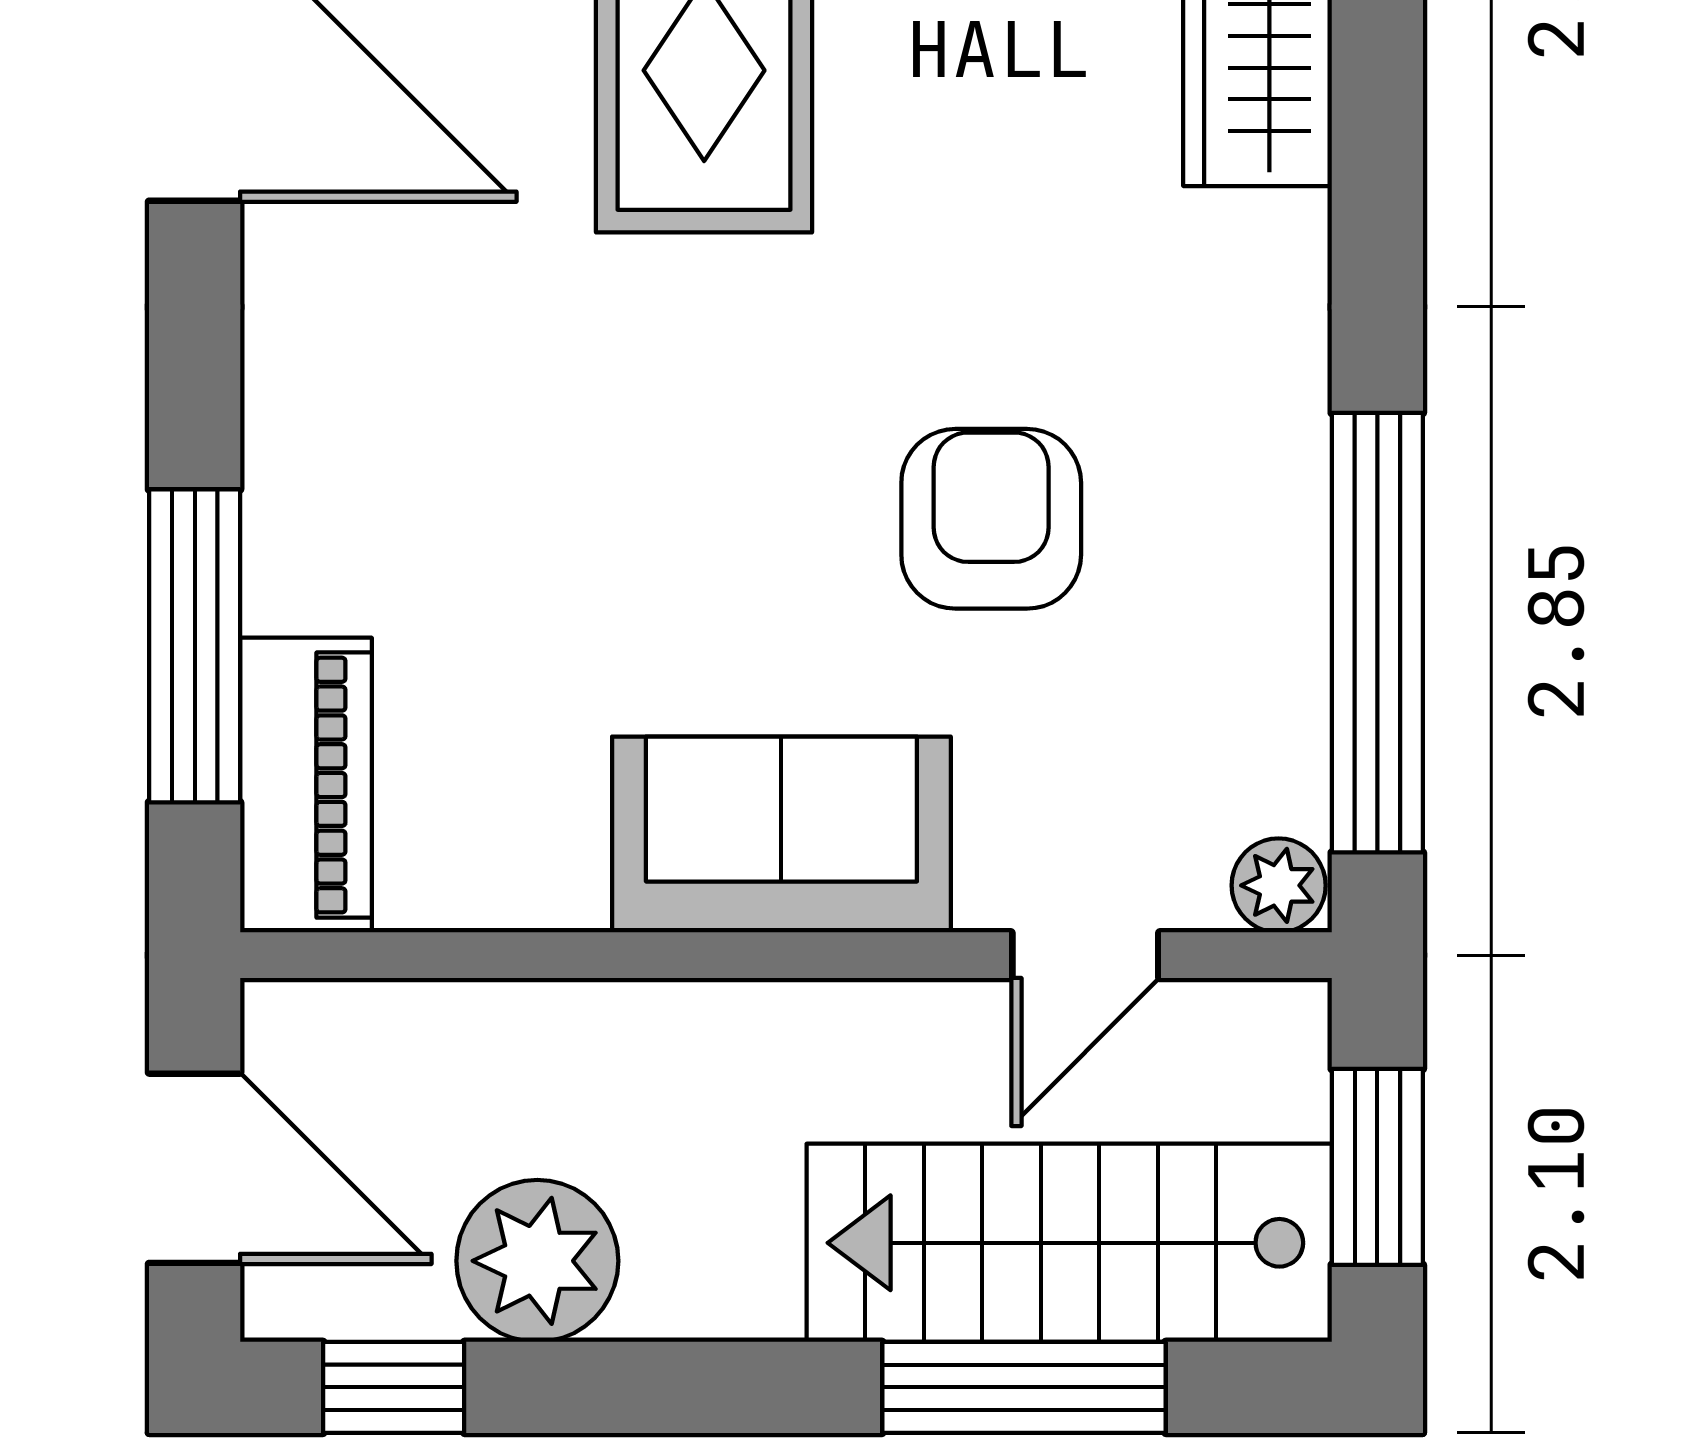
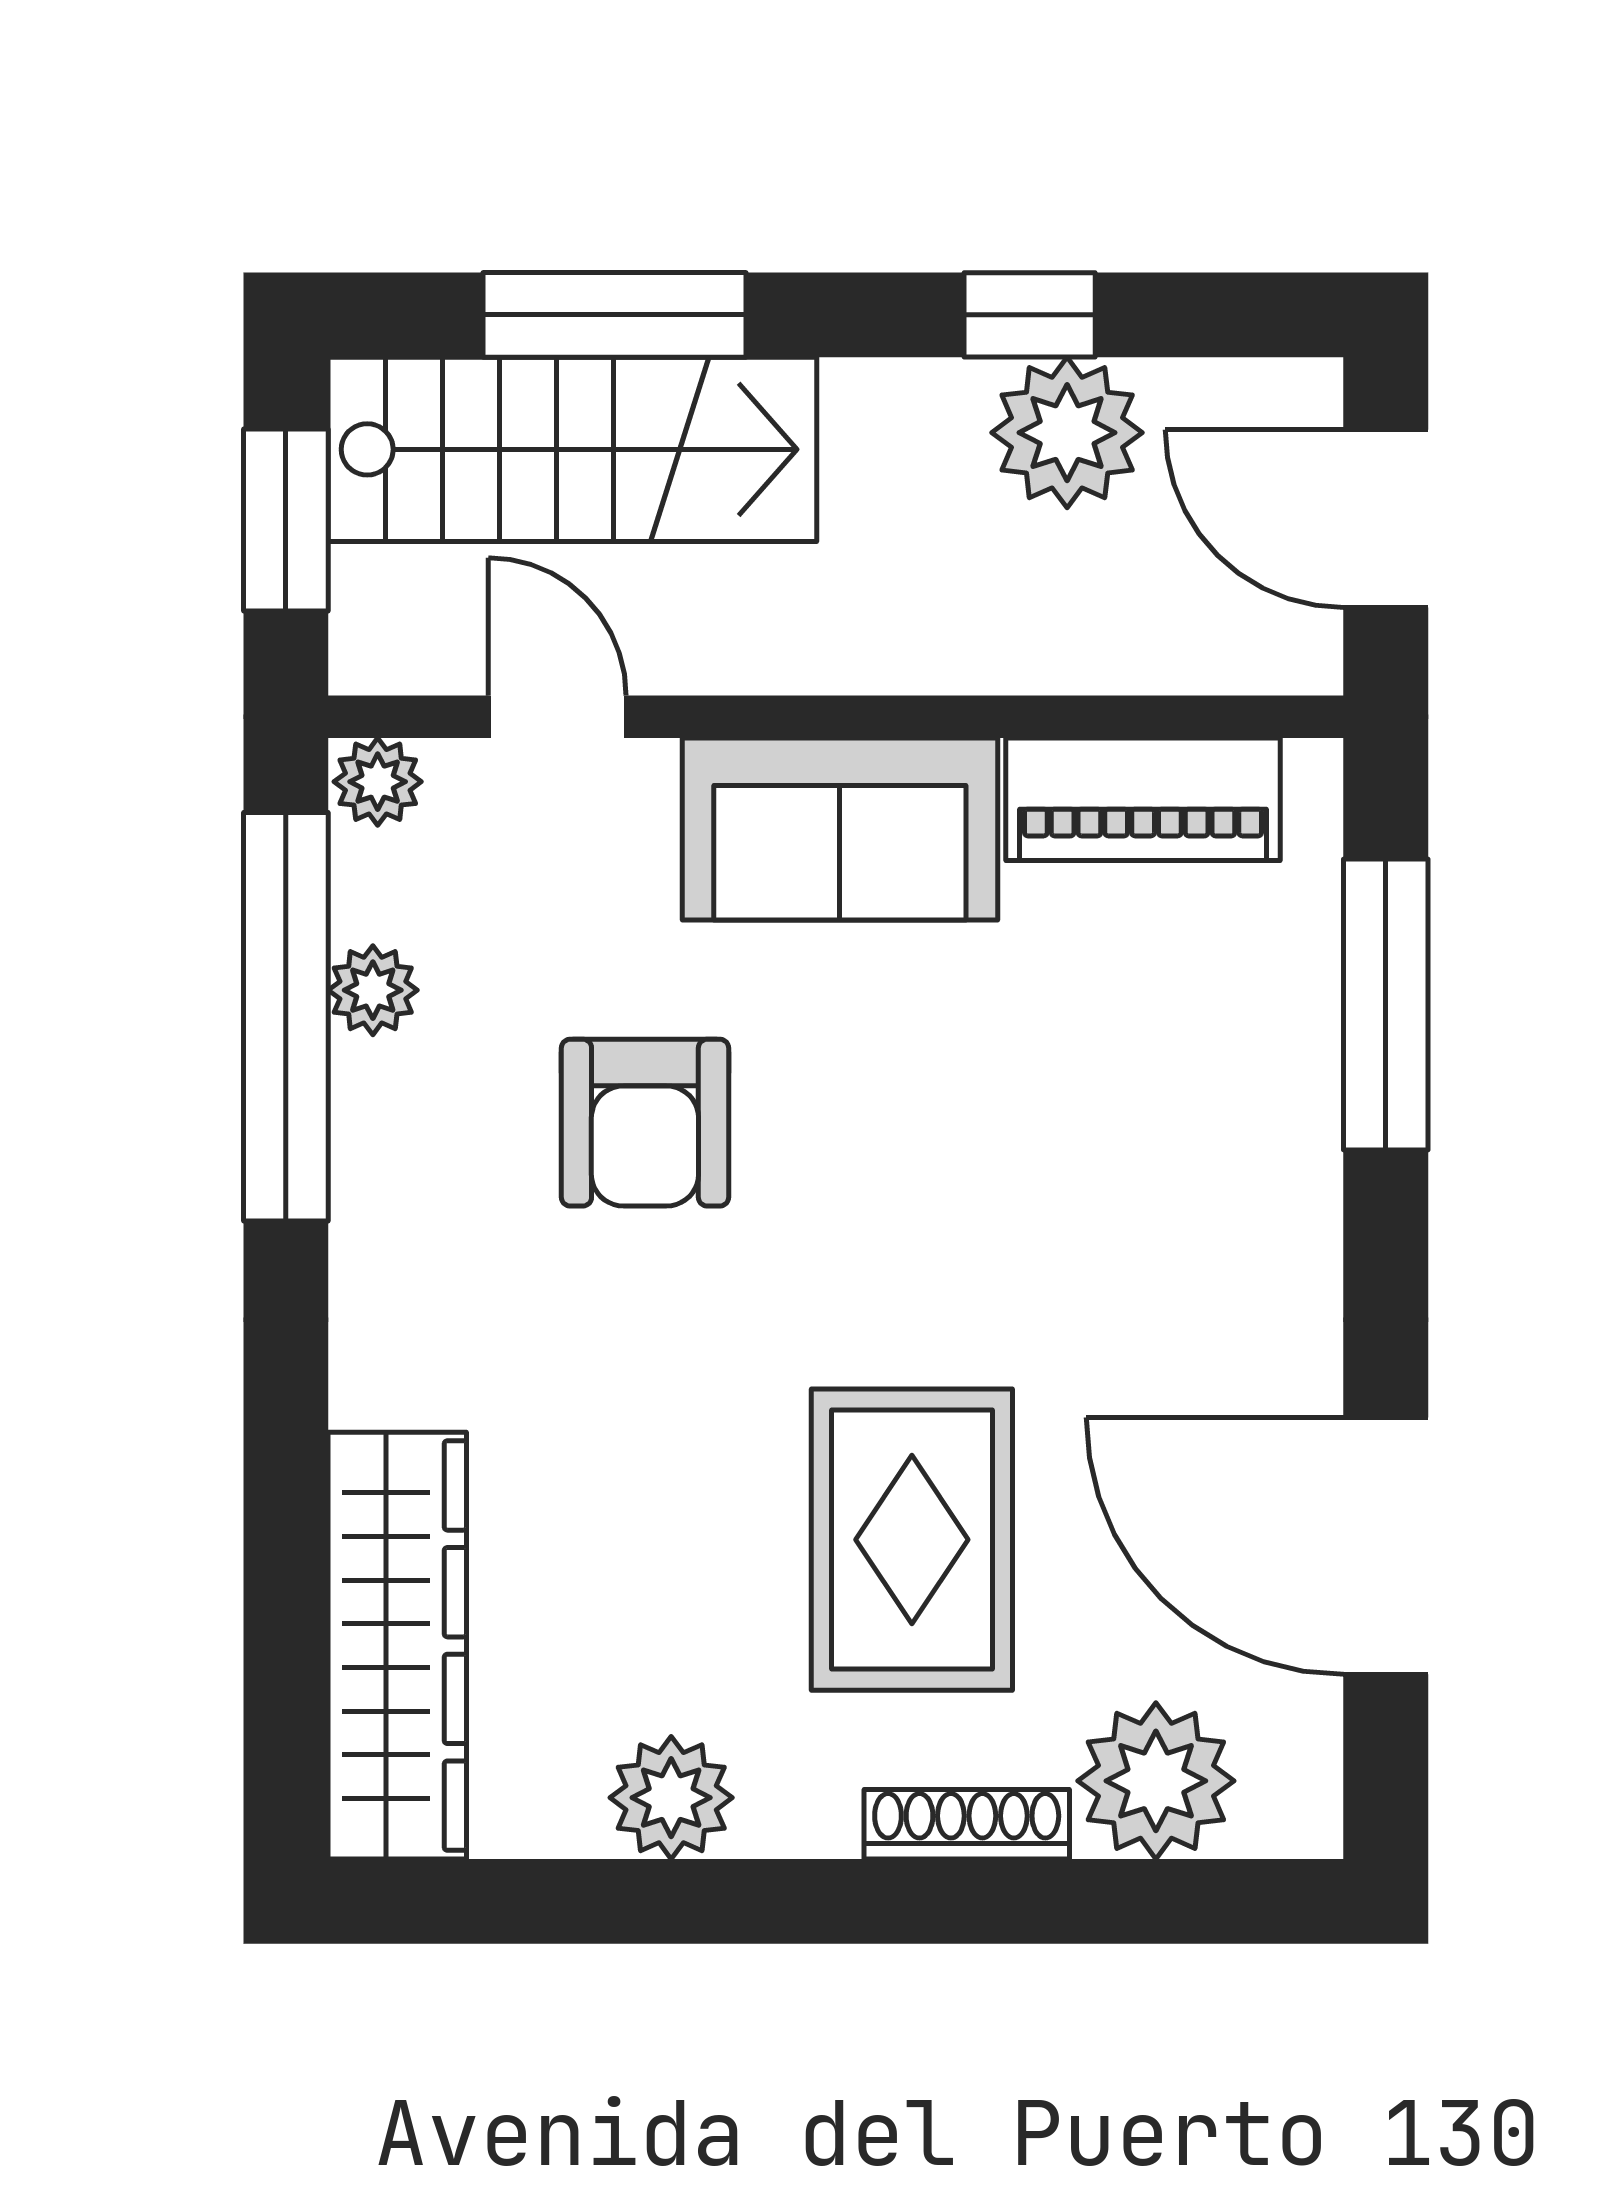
plant: (1284, 661) -> (373, 990), added
piano: (306, 785) -> (1143, 799), moved, turned -90
door: (1085, 955) -> (557, 717), hinge flipped
window: (394, 1387) -> (1030, 315), moved

